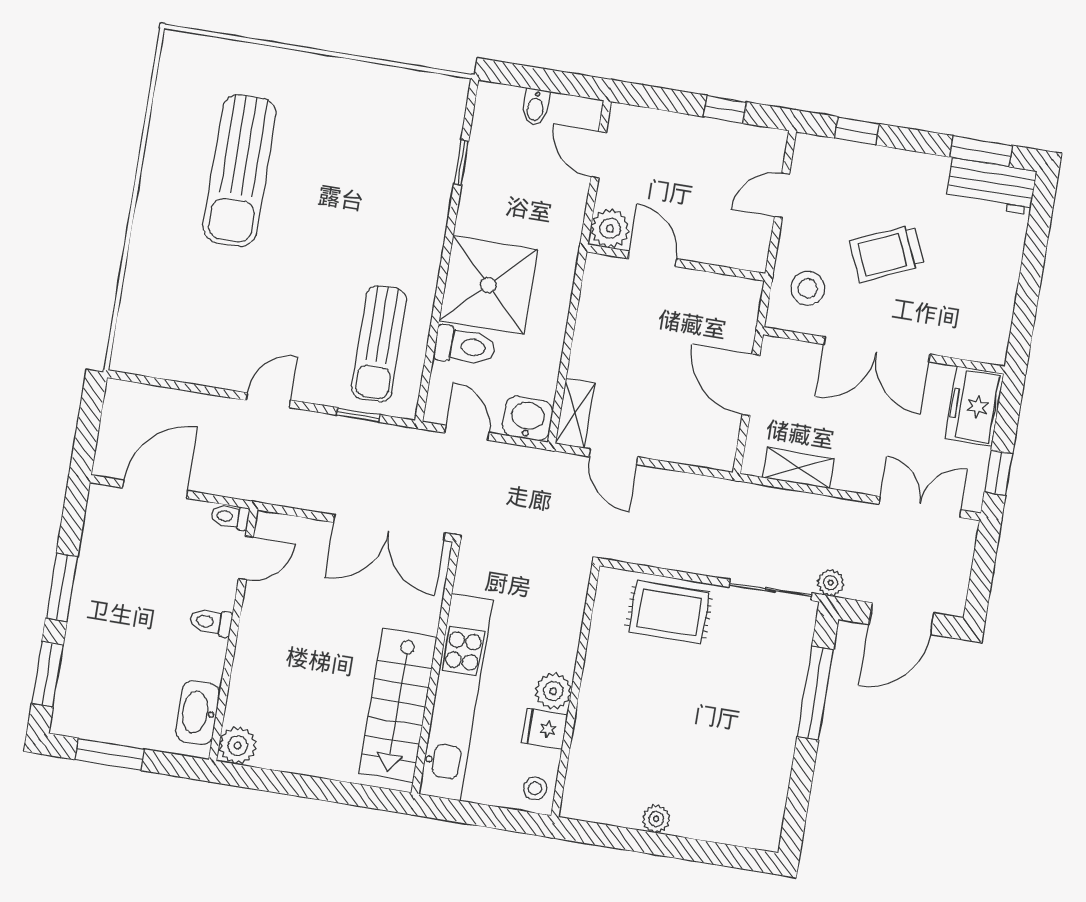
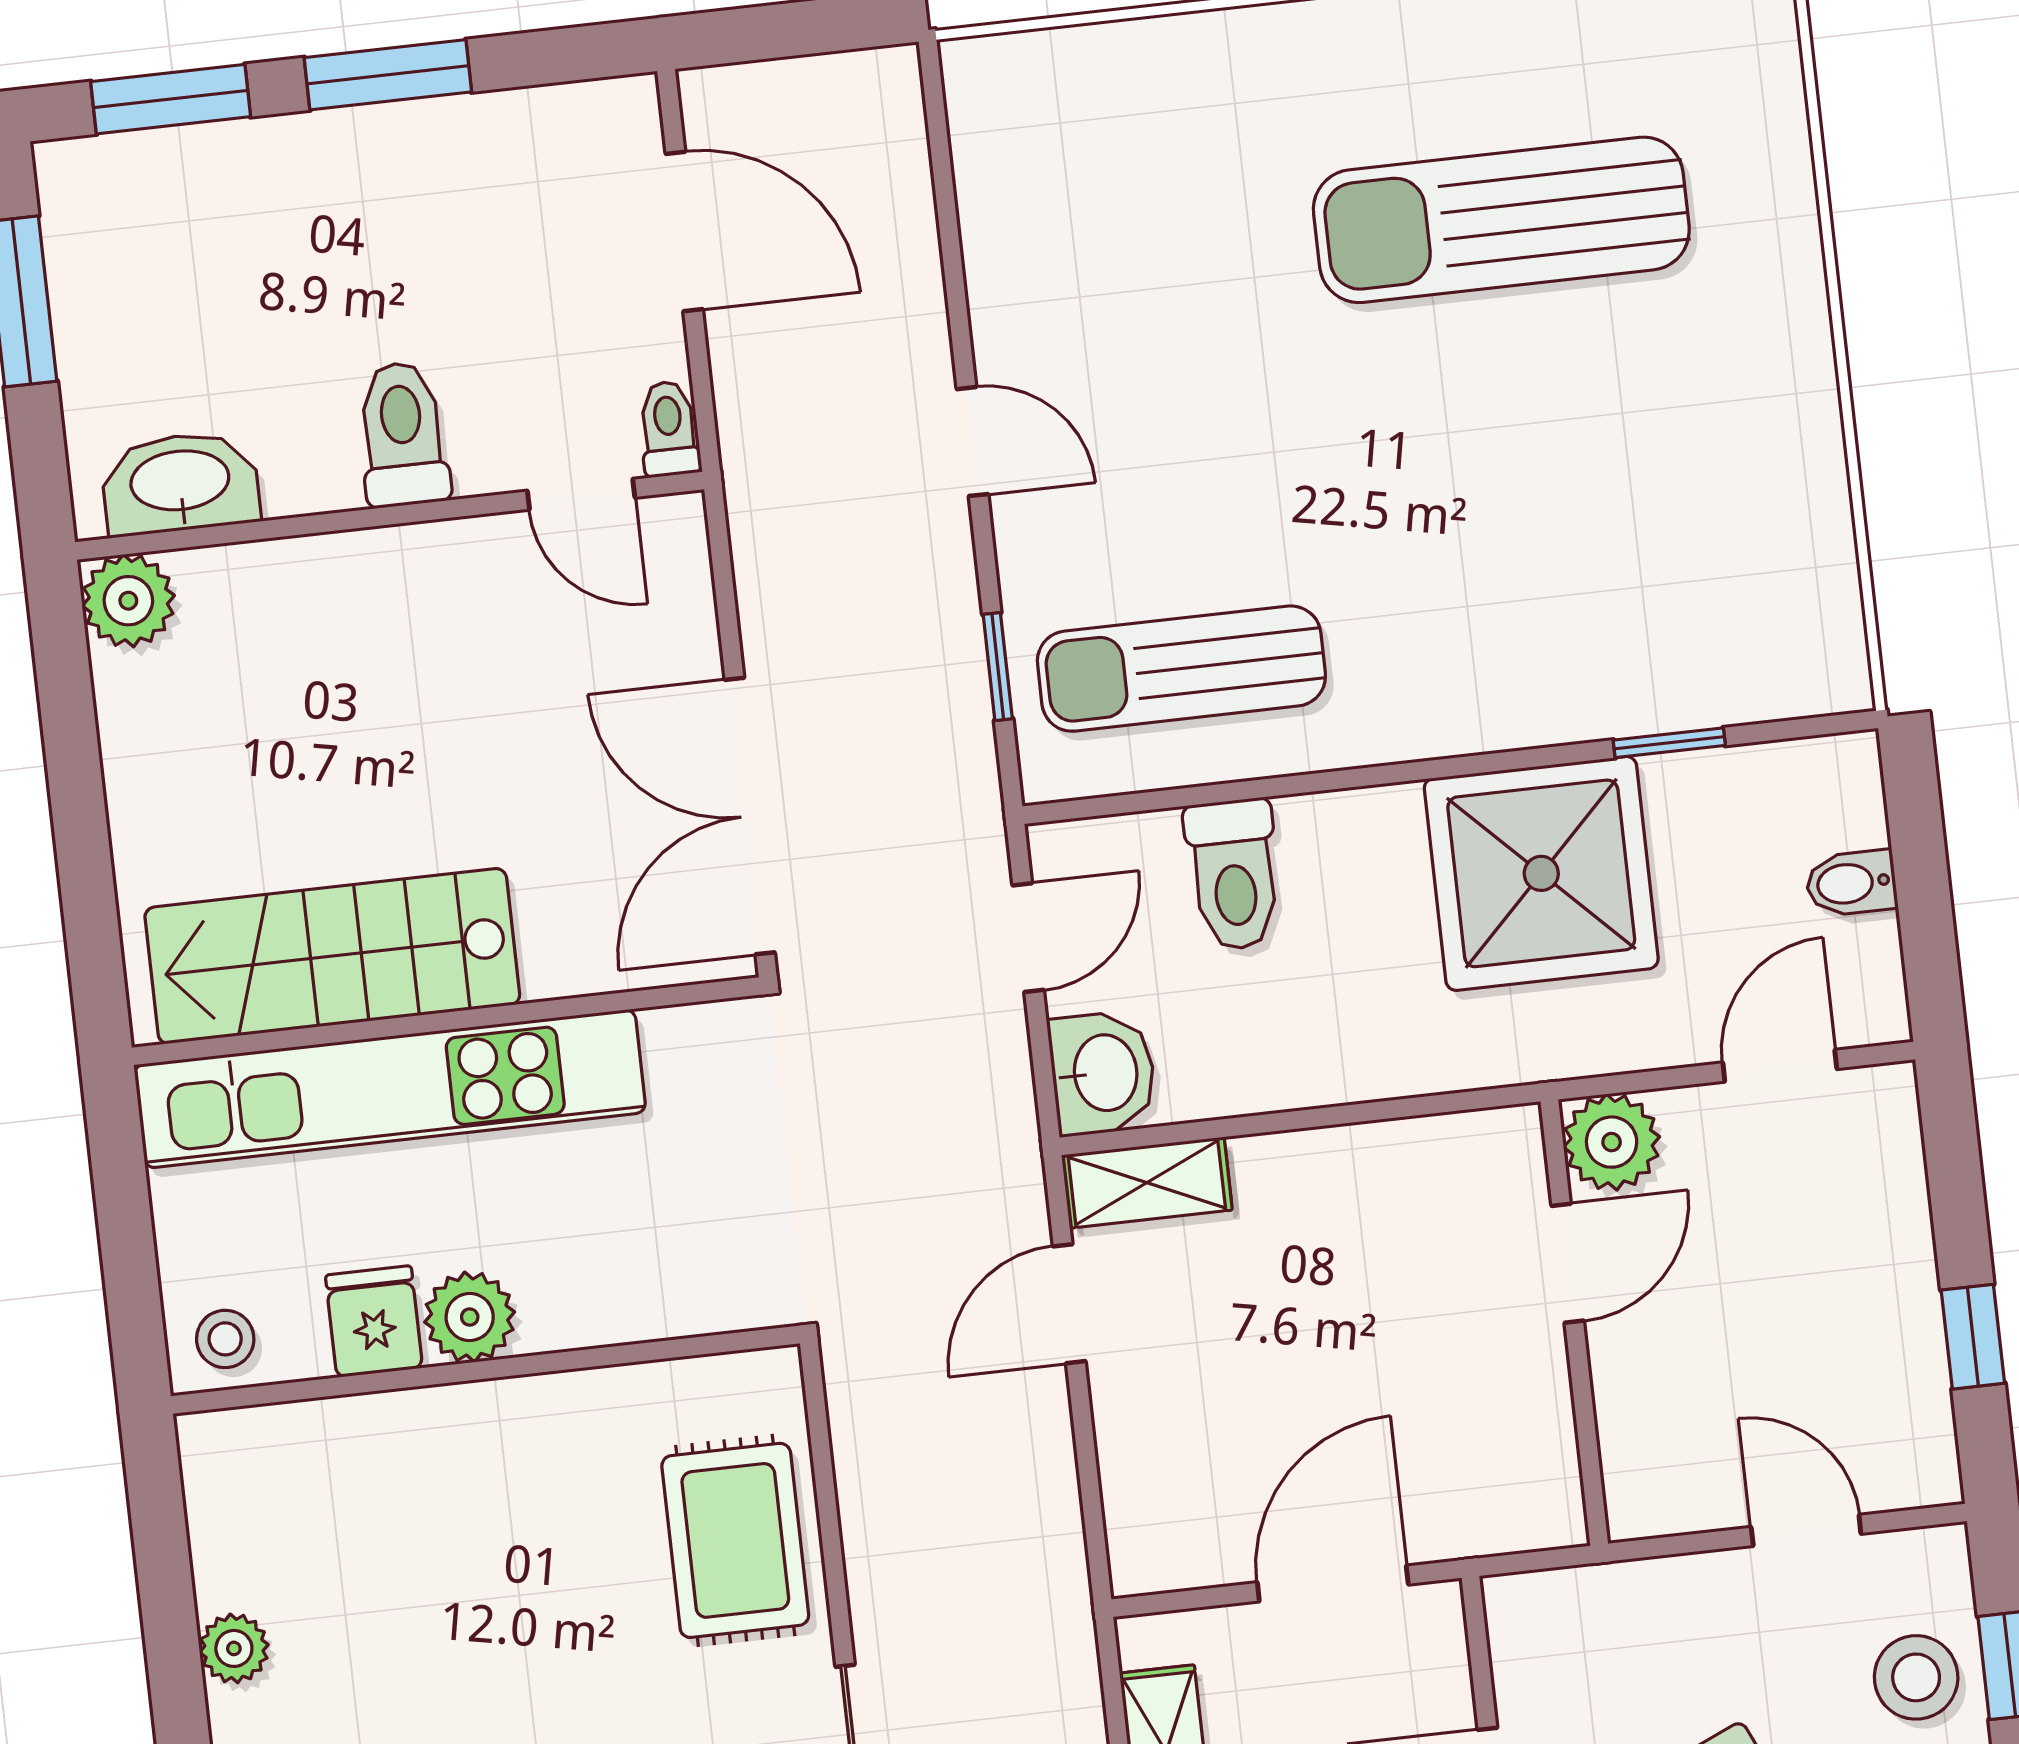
shower: (488, 285) -> (1541, 873), moved
stool: (808, 288) -> (1916, 1677), moved
toilet: (211, 622) -> (403, 434), width x1.37, depth x1.39

